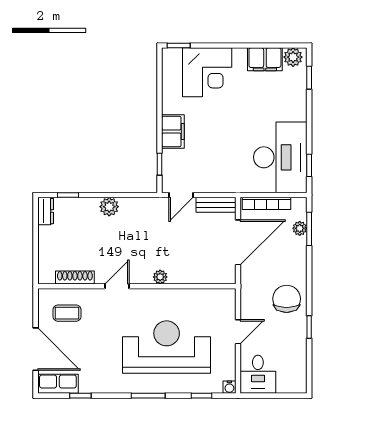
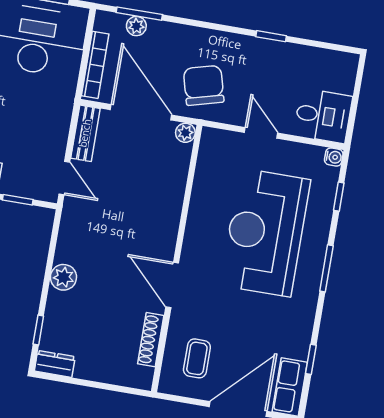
plant: (160, 277) -> (185, 133), moved
door: (117, 286) -> (172, 285), width x1.37
chair: (287, 299) -> (204, 85), moved, turned 75

